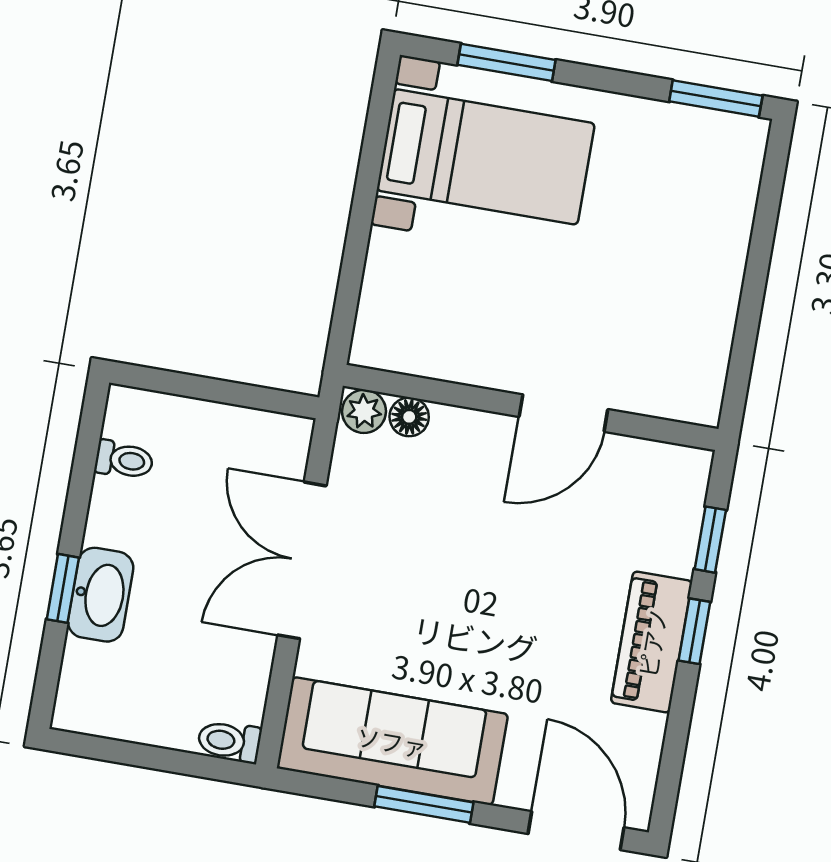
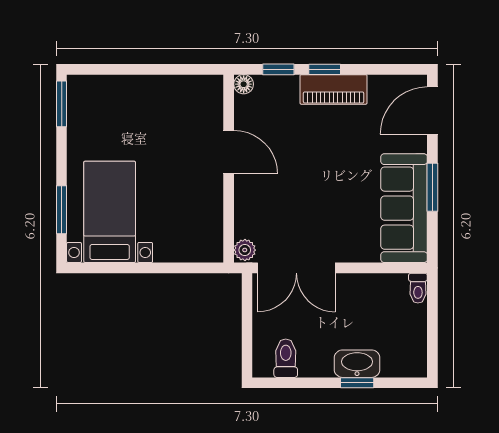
floor lamp: (409, 417) -> (244, 84), moved
toilet: (124, 460) -> (286, 358), width x1.37, depth x1.39
double door: (302, 560) -> (296, 268), moved

